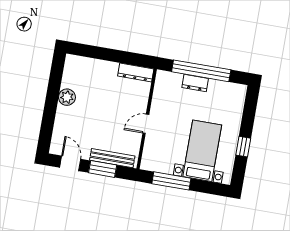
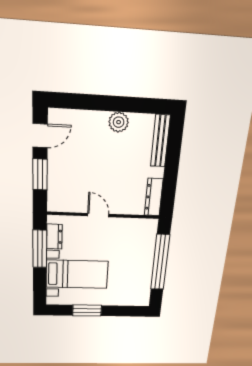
dresser: (195, 83) -> (54, 237), moved, turned 180
window: (243, 147) -> (87, 310), width x1.50
bench: (112, 158) -> (160, 141), moved

